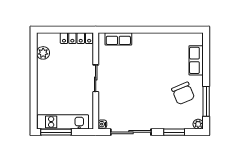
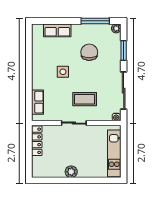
plant: (43, 53) -> (71, 172), moved
side table: (151, 67) -> (63, 72), added
coffee table: (122, 90) -> (85, 99), added
chair: (183, 93) -> (89, 52), moved, turned -67
window: (56, 132) -> (124, 160), removed

